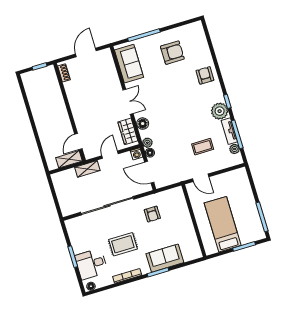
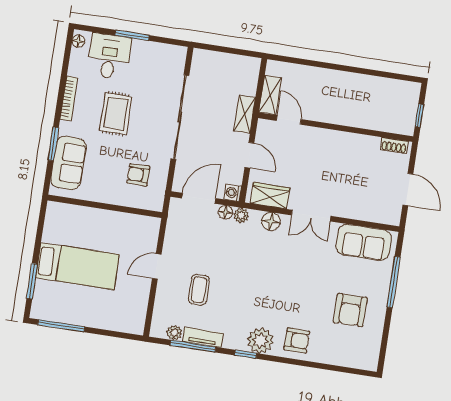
plant: (220, 111) -> (260, 341), moved
wall: (194, 221) -> (105, 206), moved

